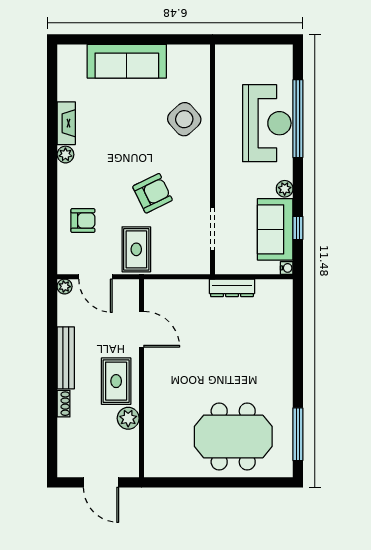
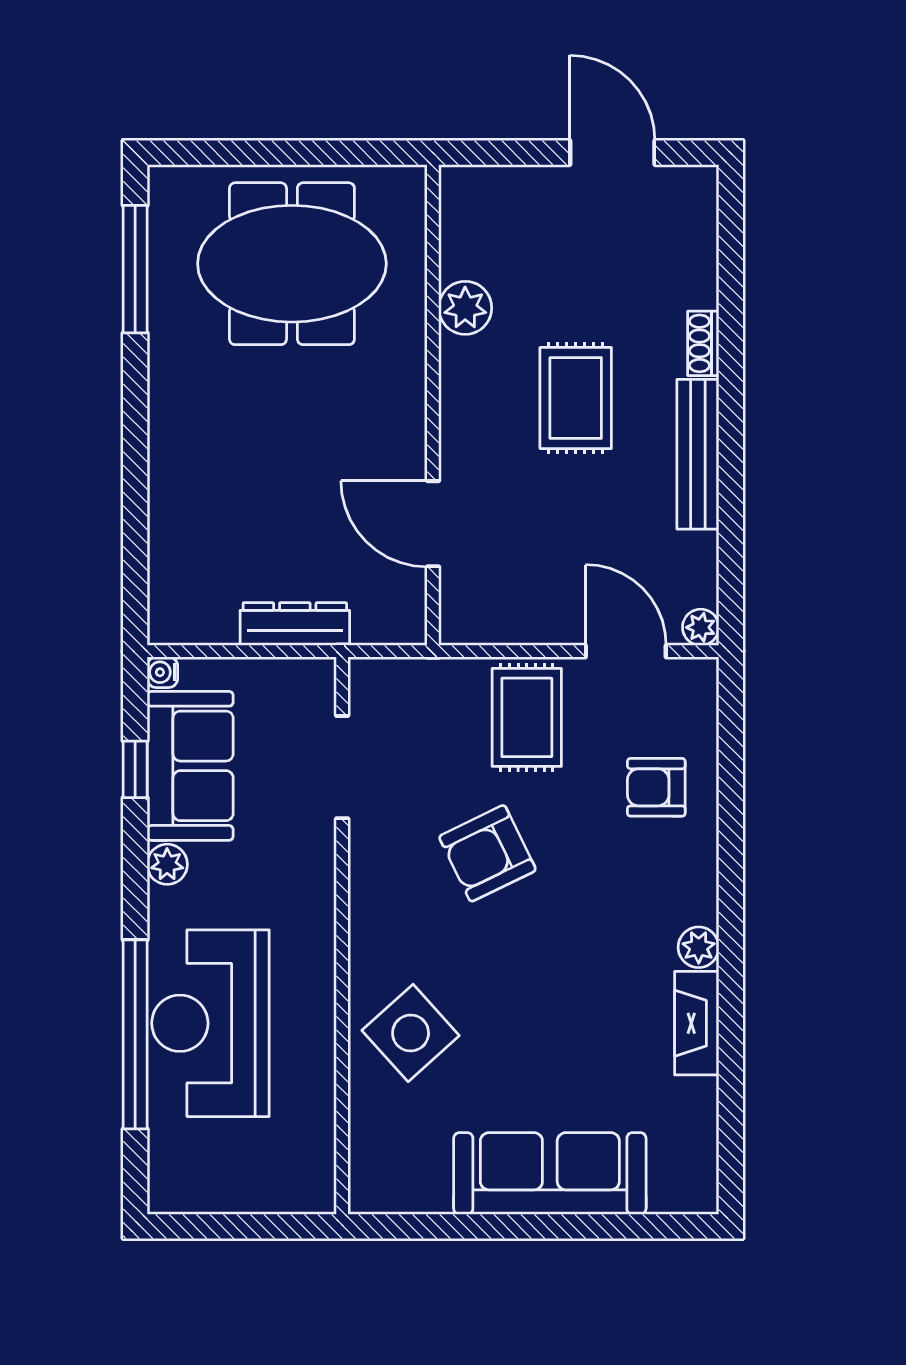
door: (141, 329) -> (433, 524), moved
wall: (141, 378) -> (433, 405), moved
plant: (128, 418) -> (465, 308), moved

